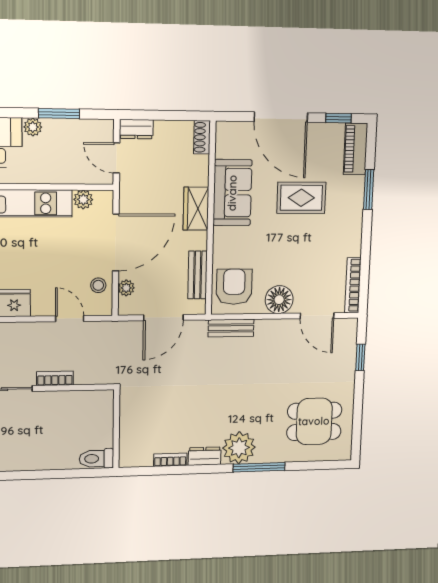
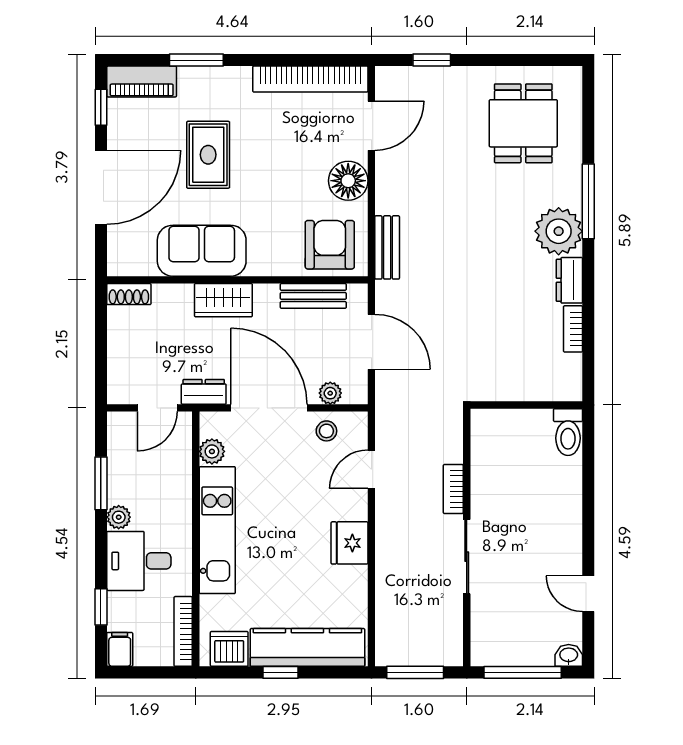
dresser: (136, 129) -> (204, 392), moved, turned -90
bookcase: (353, 285) -> (310, 79), width x1.48, depth x1.31
armchair: (234, 287) -> (330, 245), turned 90

